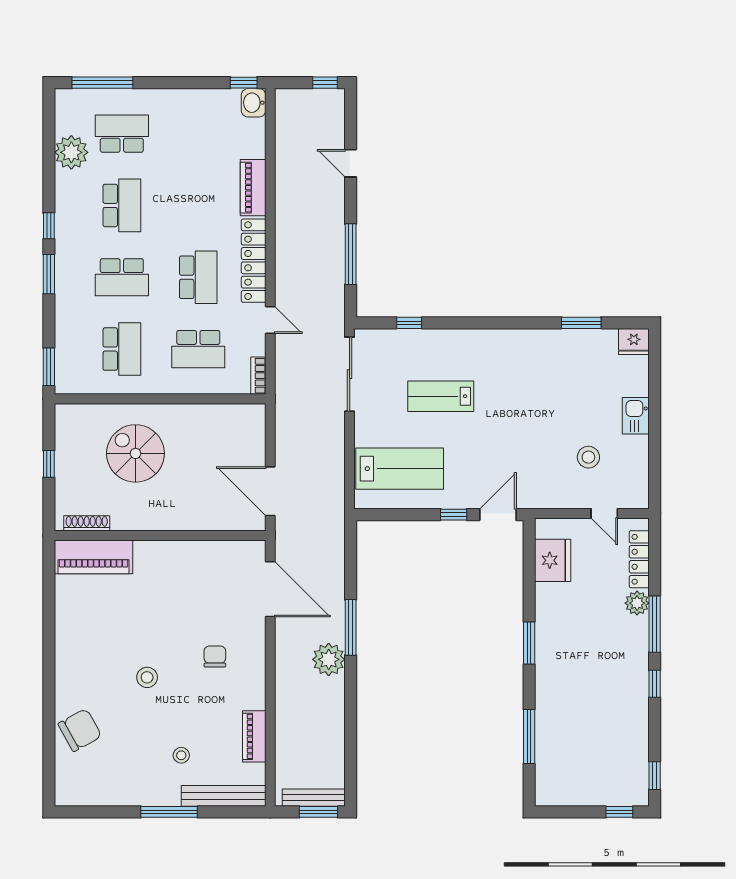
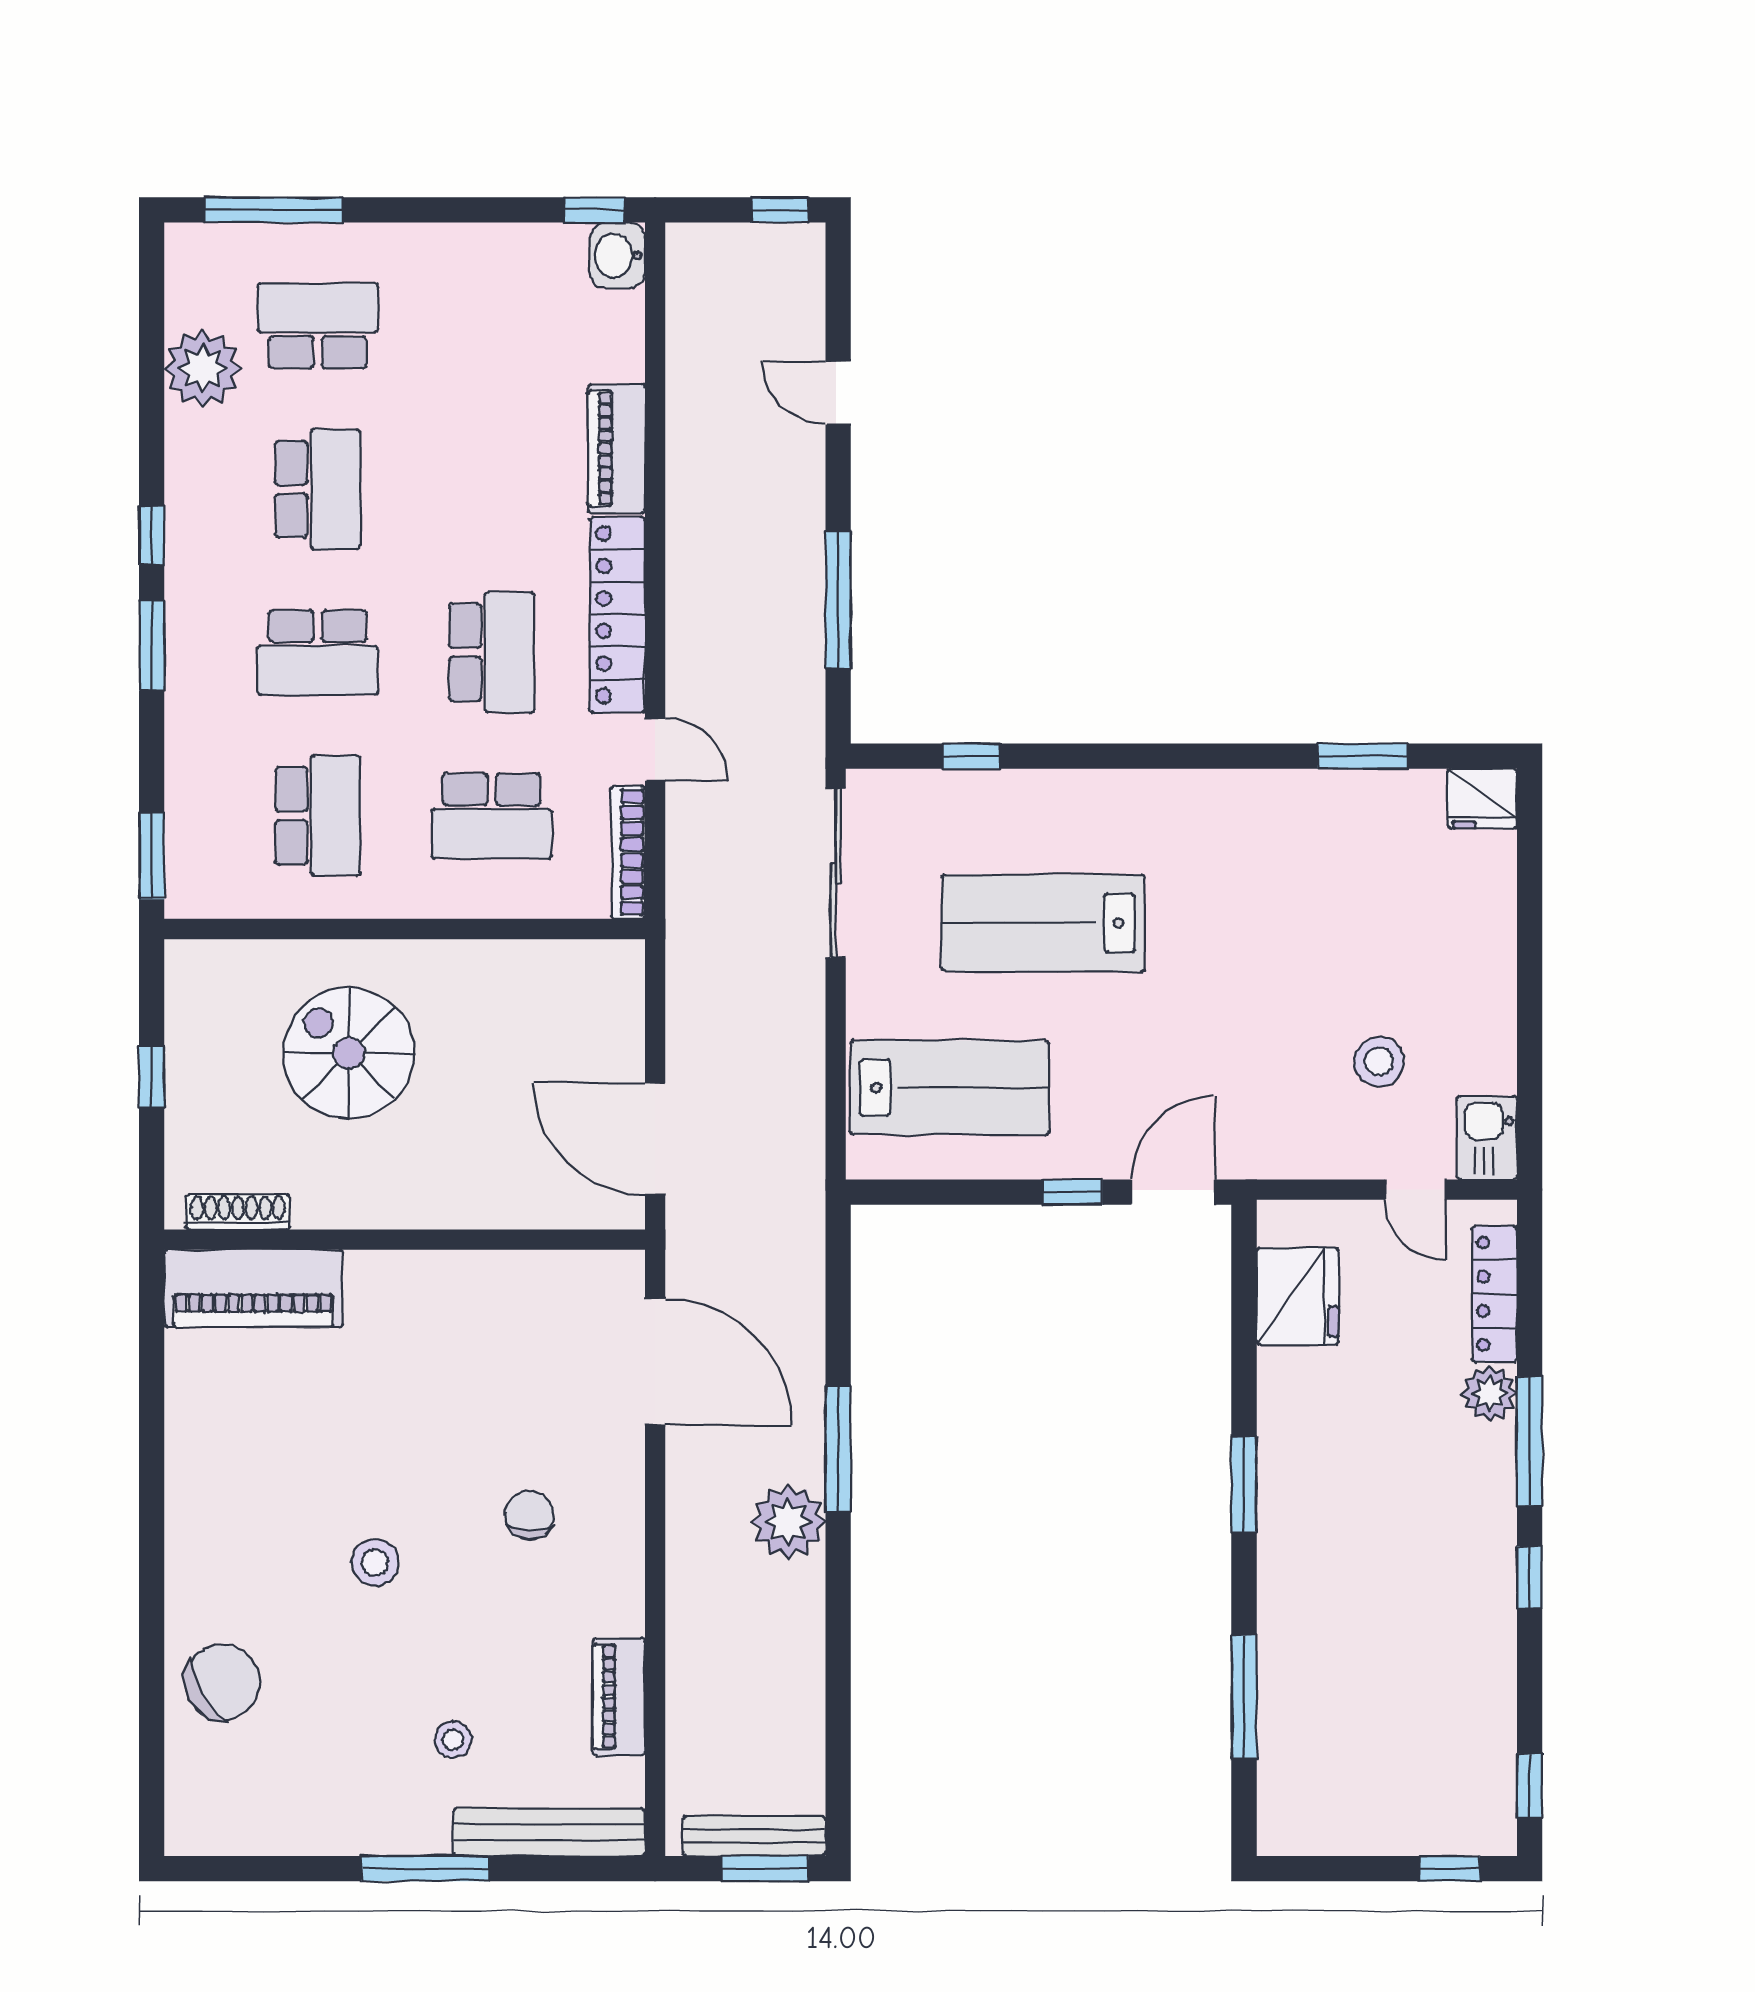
bookcase: (258, 376) -> (628, 852), width x1.56
lab bench: (441, 396) -> (1043, 923), width x1.36, depth x1.39
kitchen sink: (636, 416) -> (1487, 1138), moved

